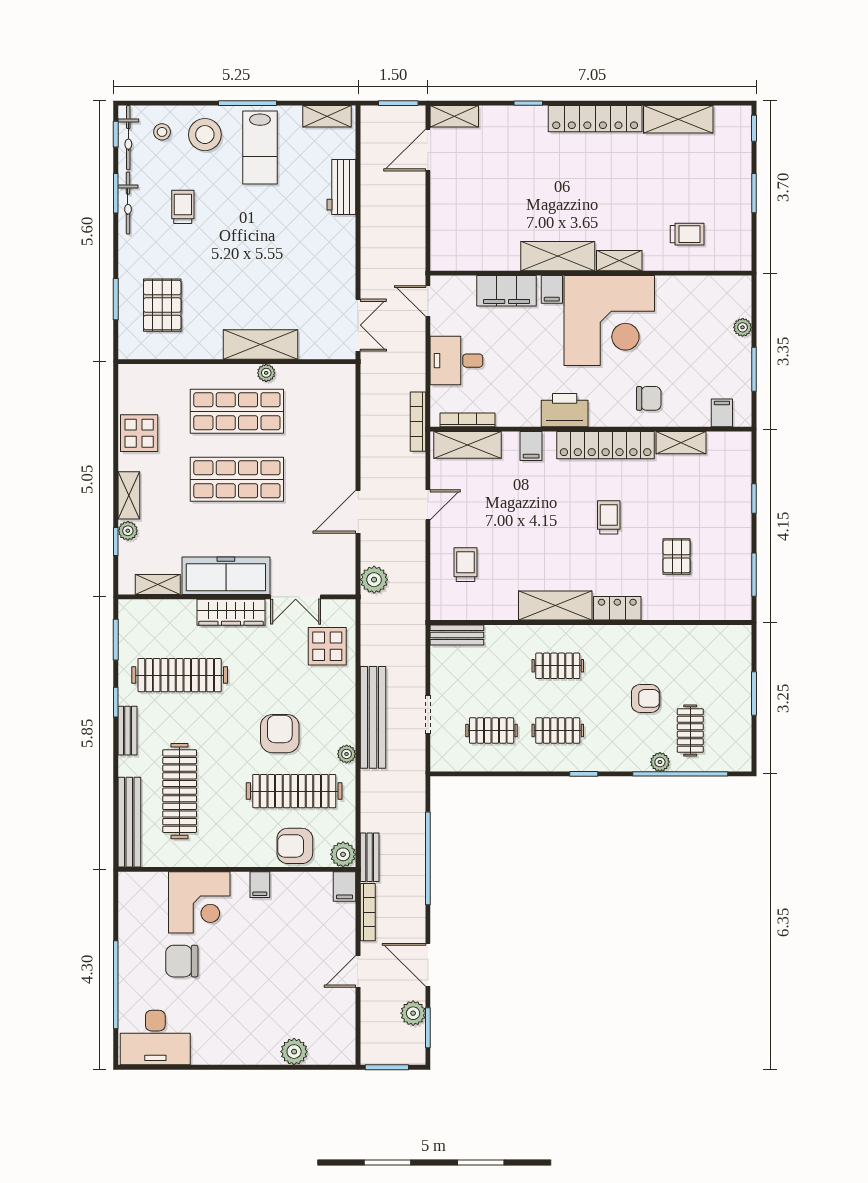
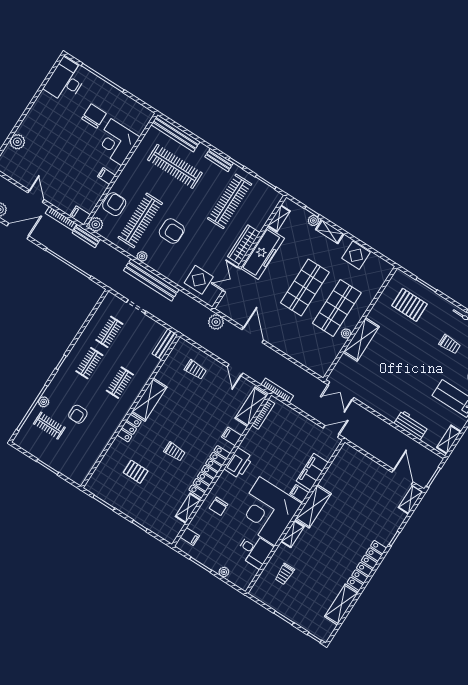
desk: (456, 361) -> (255, 550), moved, turned 90

